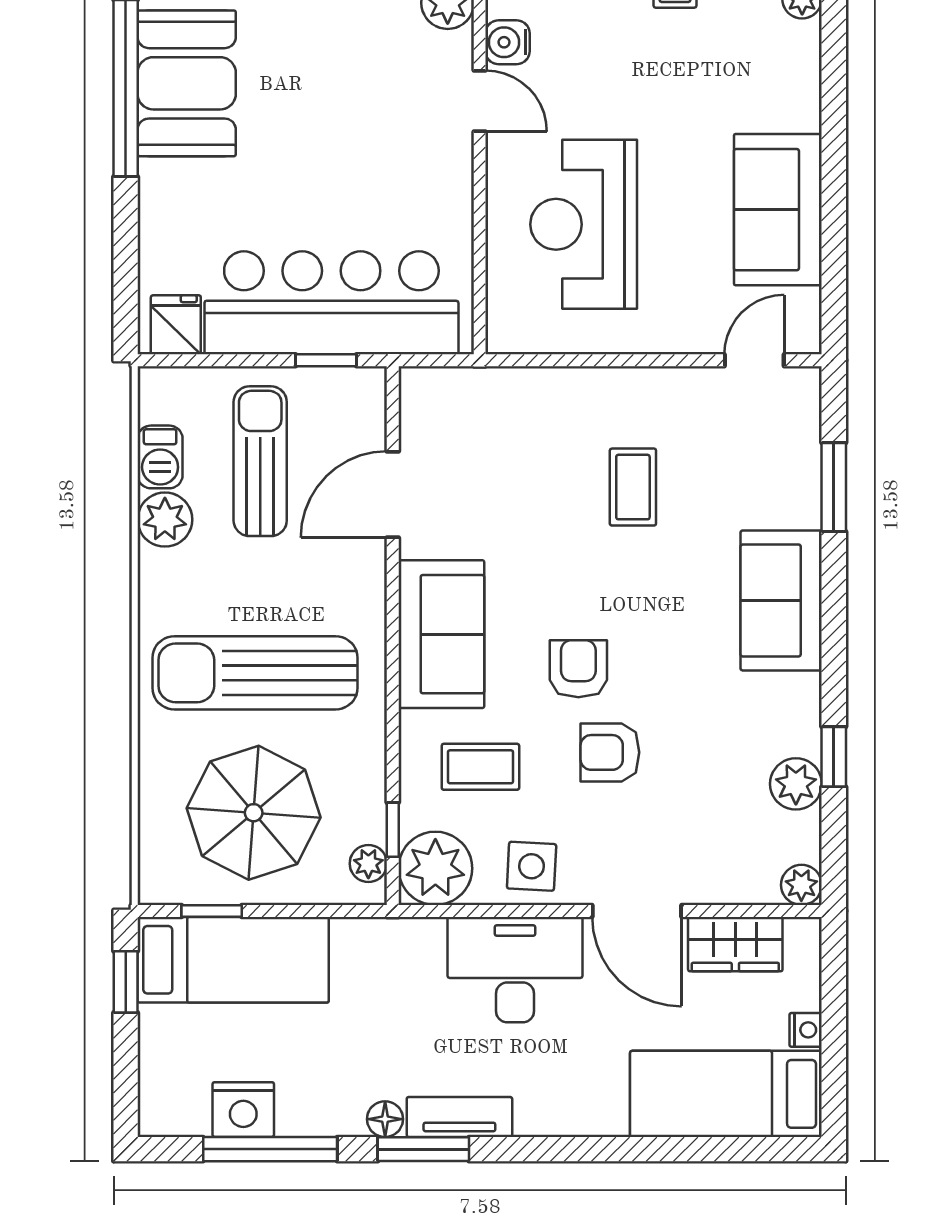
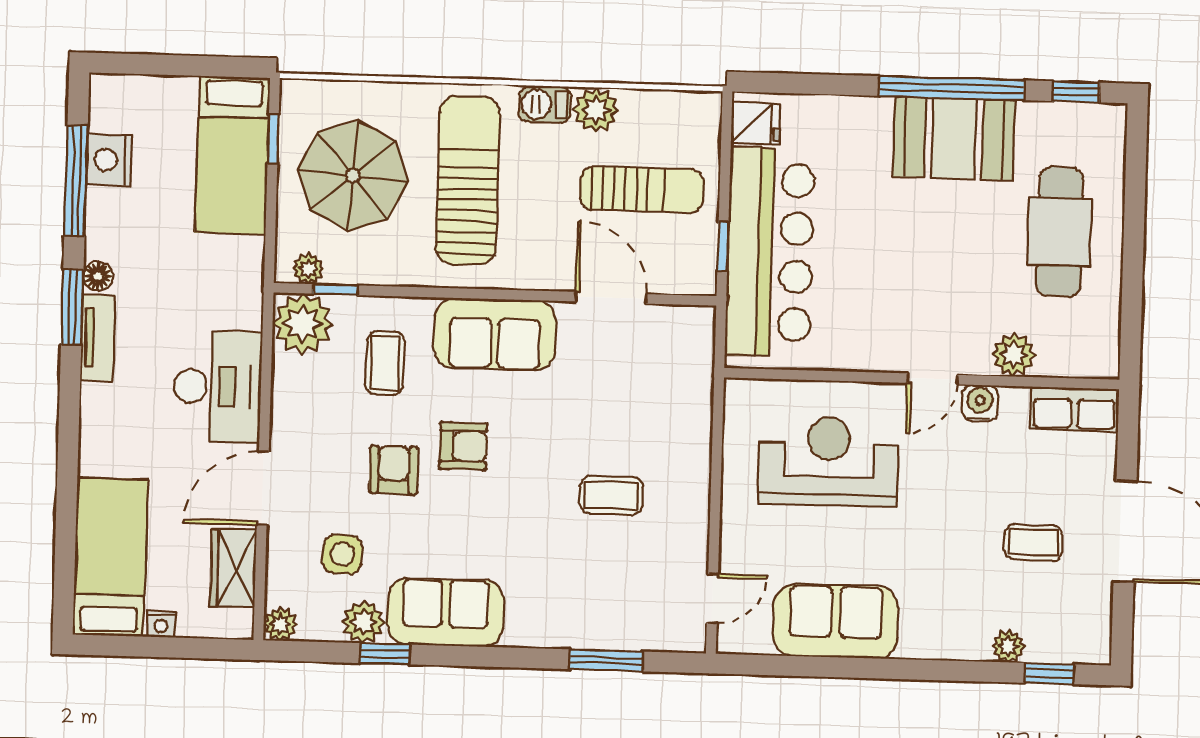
door: (754, 360) -> (712, 598), hinge flipped
barbecue: (160, 457) -> (545, 104), moved
sofa: (781, 600) -> (446, 612), moved
side table: (532, 866) -> (343, 554), moved
window: (126, 982) -> (217, 66), removed

